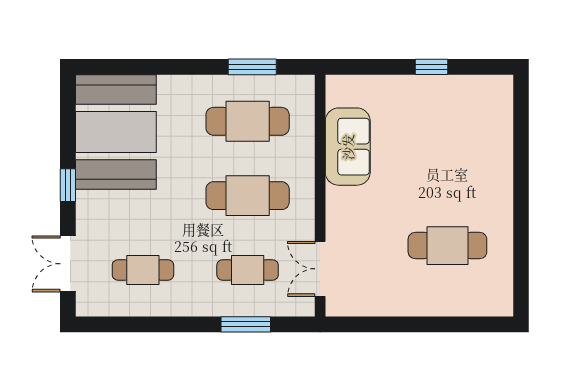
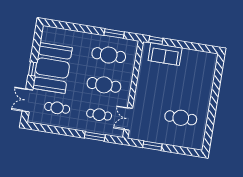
window: (432, 67) -> (156, 40), moved
booth: (116, 132) -> (52, 68), moved
sofa: (348, 147) -> (165, 54), moved, turned 90
window: (389, 324) -> (152, 146), added

